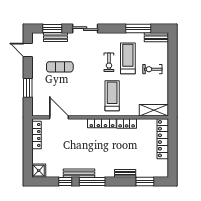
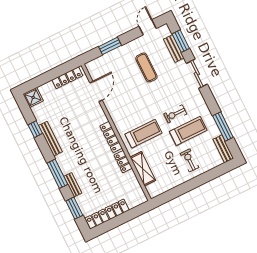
shelving: (154, 110) -> (143, 169), moved
locker: (163, 139) -> (107, 214), moved
window: (92, 182) -> (57, 174), moved

